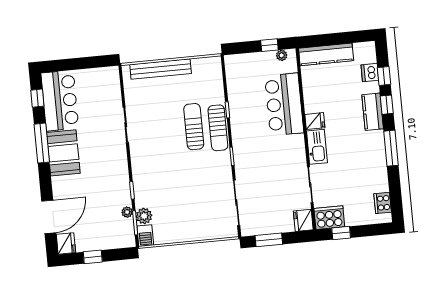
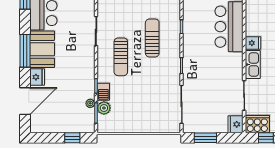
sun lounger: (218, 128) -> (121, 57), moved
window: (42, 143) -> (25, 51), moved
barbecue: (145, 236) -> (103, 92), moved
fridge: (66, 243) -> (37, 77), moved
window: (93, 257) -> (72, 138), moved

